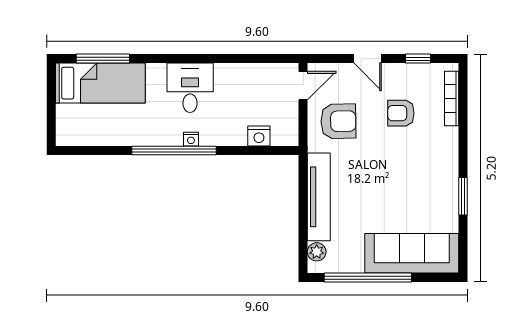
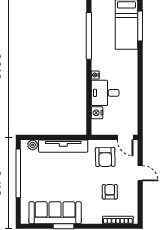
door: (368, 59) -> (140, 173), swing flipped
window: (418, 59) -> (140, 201), removed
desk: (190, 88) -> (105, 93), moved, turned 180
window: (174, 151) -> (89, 36), moved
sofa: (412, 253) -> (55, 213), moved, turned -90

